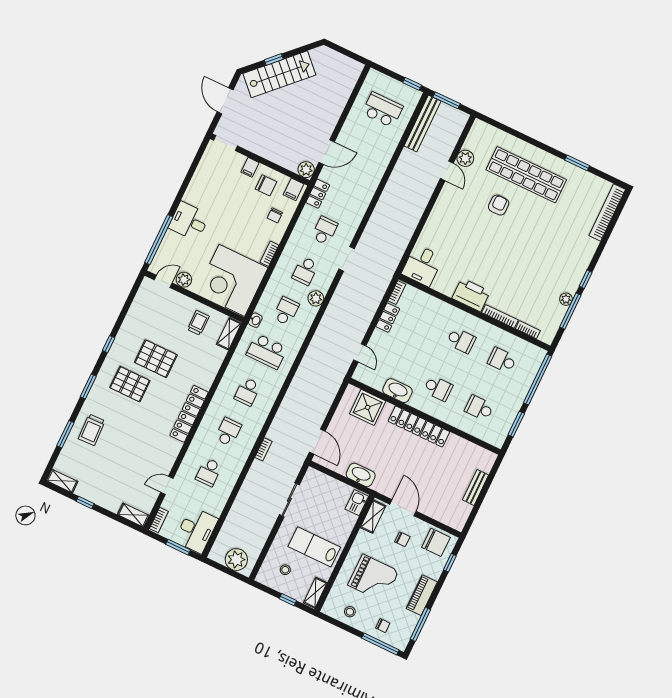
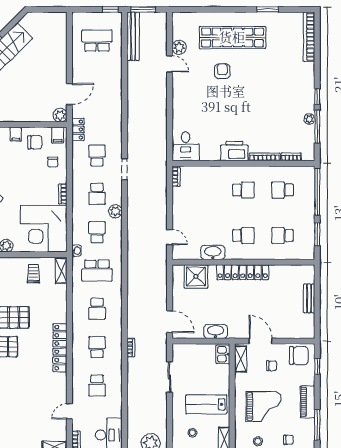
locker: (388, 318) -> (178, 199), removed

